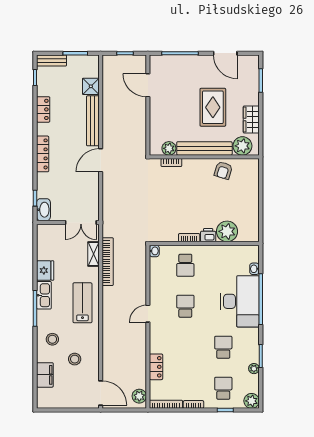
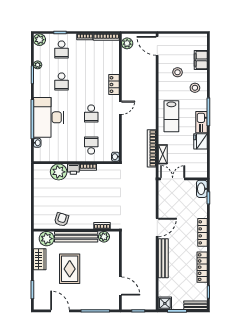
shower: (91, 86) -> (165, 303), moved
locker: (43, 109) -> (202, 267), width x1.53
locker: (156, 367) -> (114, 85), moved

